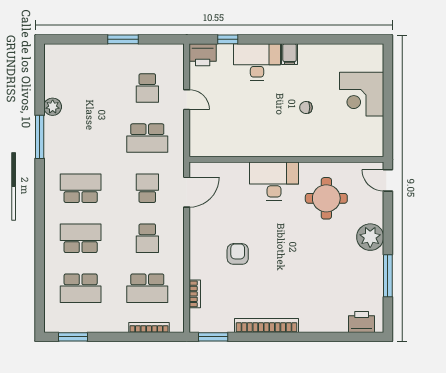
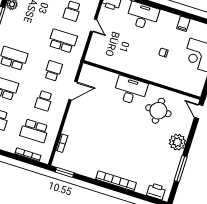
filing cabinet: (290, 54) -> (183, 24), moved
school desk: (147, 138) -> (63, 41), turned 180
door: (187, 192) -> (73, 91), moved
armchair: (238, 254) -> (95, 127), removed
bookcase: (266, 325) -> (116, 181), moved

